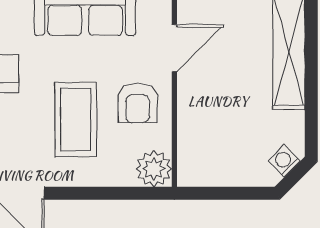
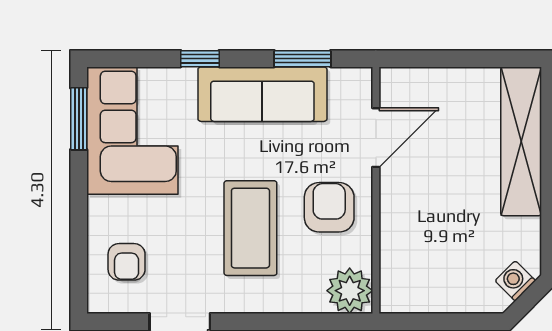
armchair: (138, 103) -> (329, 207), turned 180

